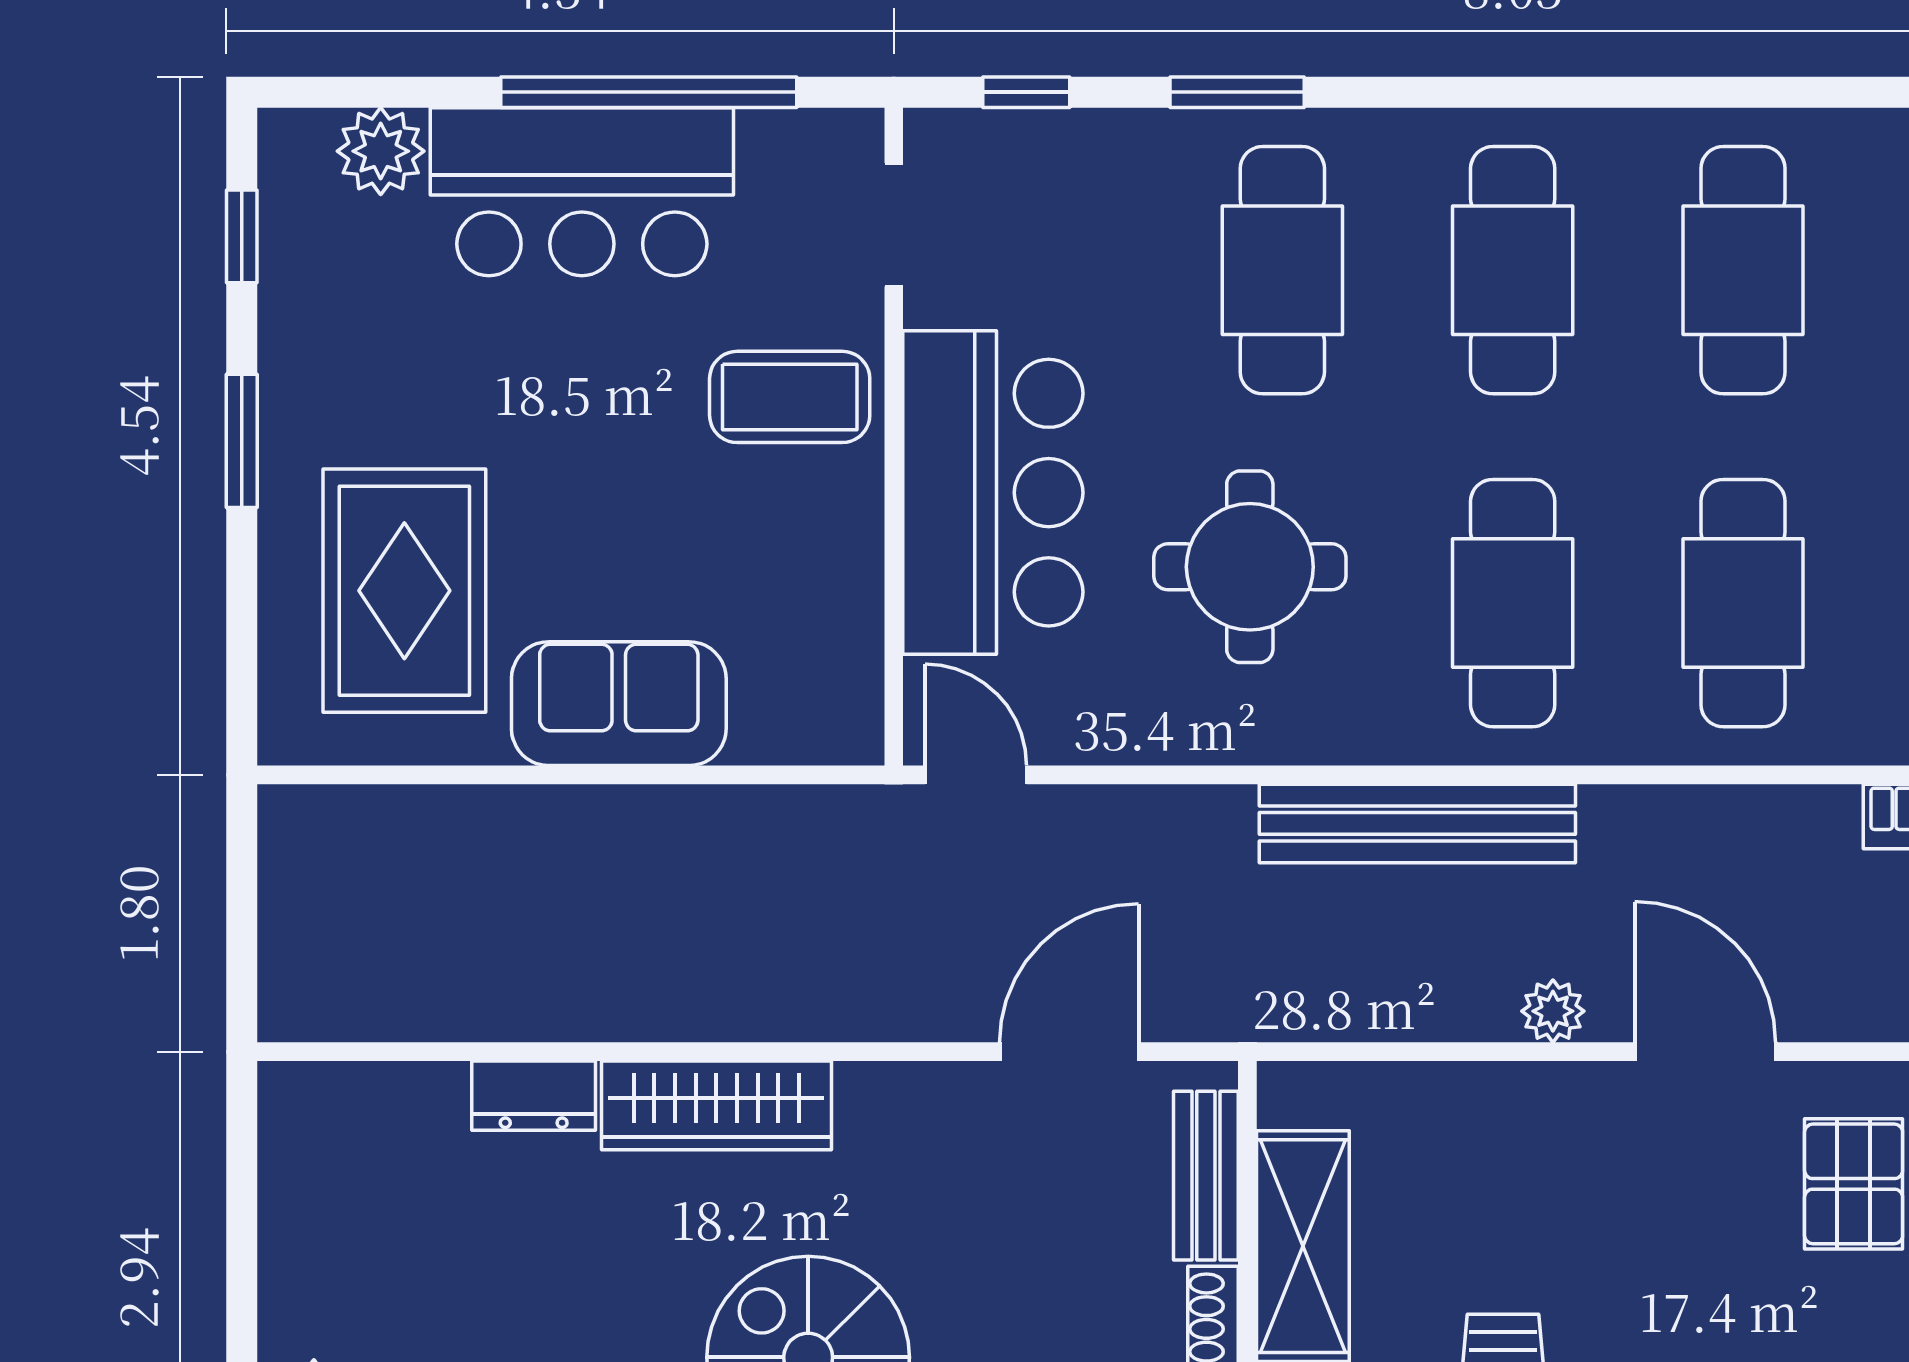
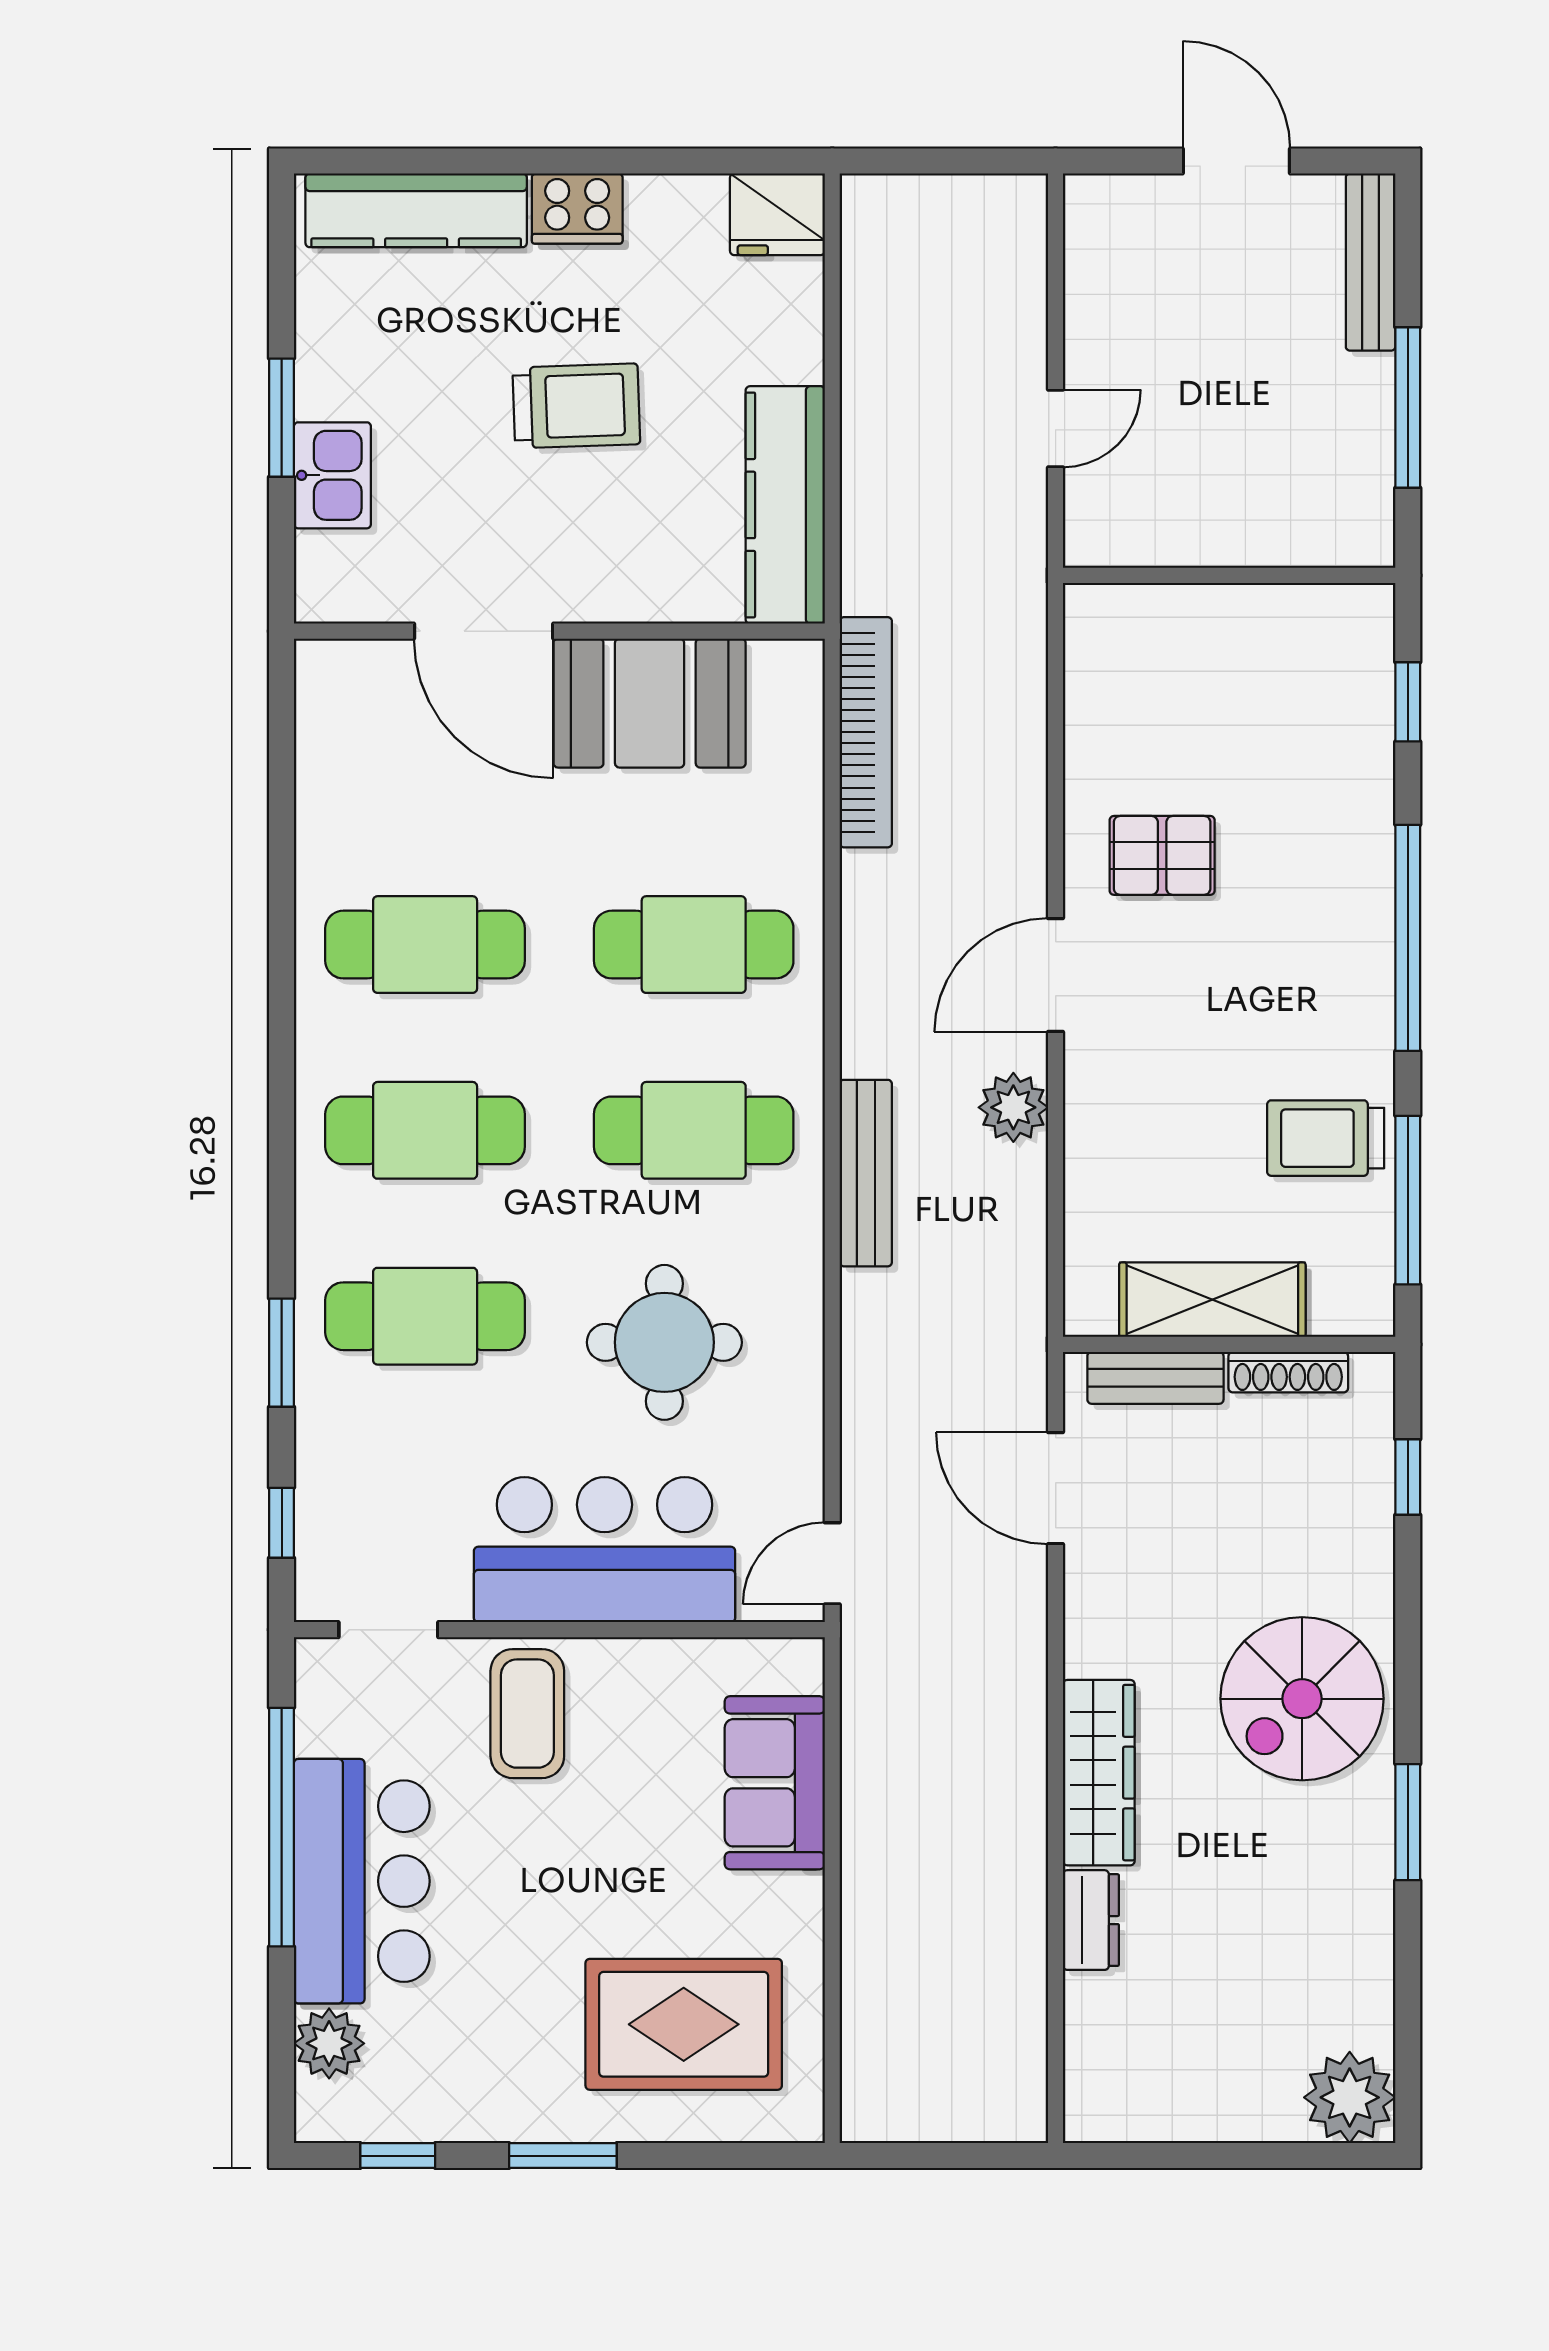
sofa: (619, 704) -> (775, 1783), moved
bench: (1417, 823) -> (866, 1173), width x0.73, depth x0.82
plant: (1553, 1011) -> (1013, 1107), width x1.38, depth x1.38

